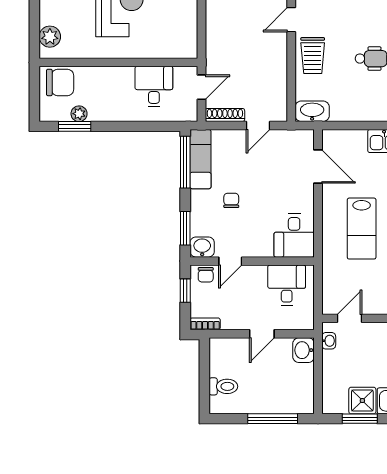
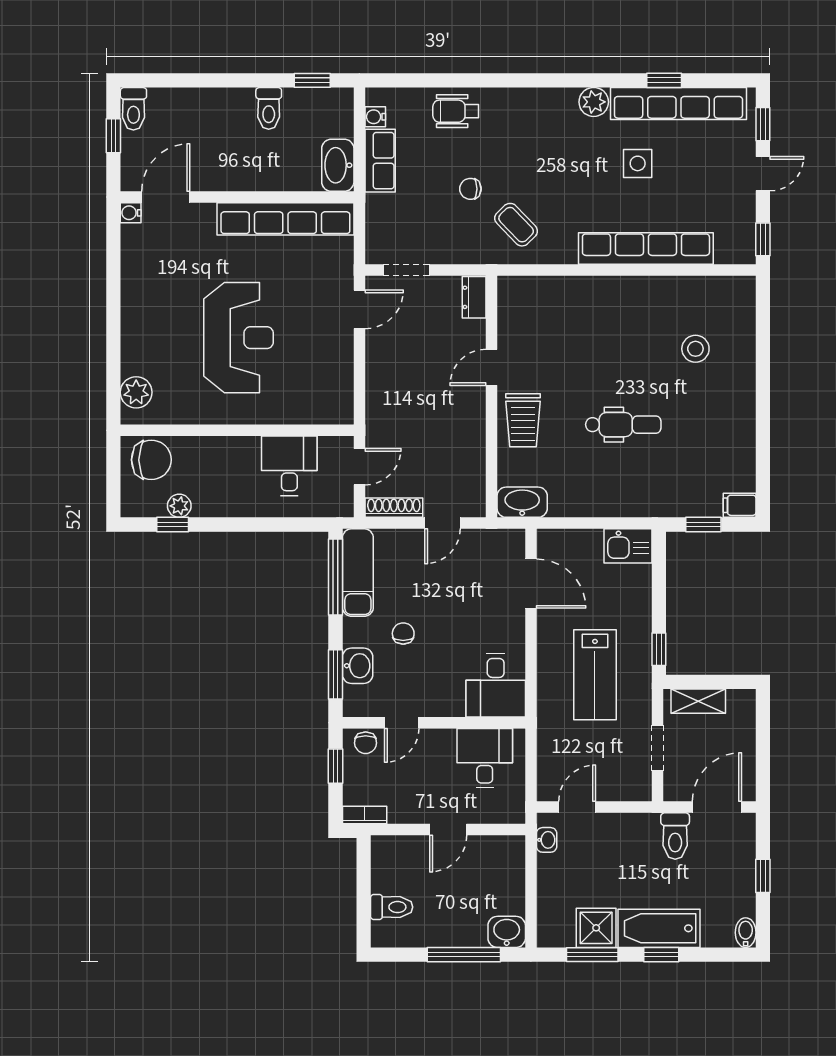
window: (75, 126) -> (173, 524), width x0.67
washbasin: (202, 247) -> (358, 666), moved, turned 90
washbasin: (304, 350) -> (507, 932), moved, turned 90

